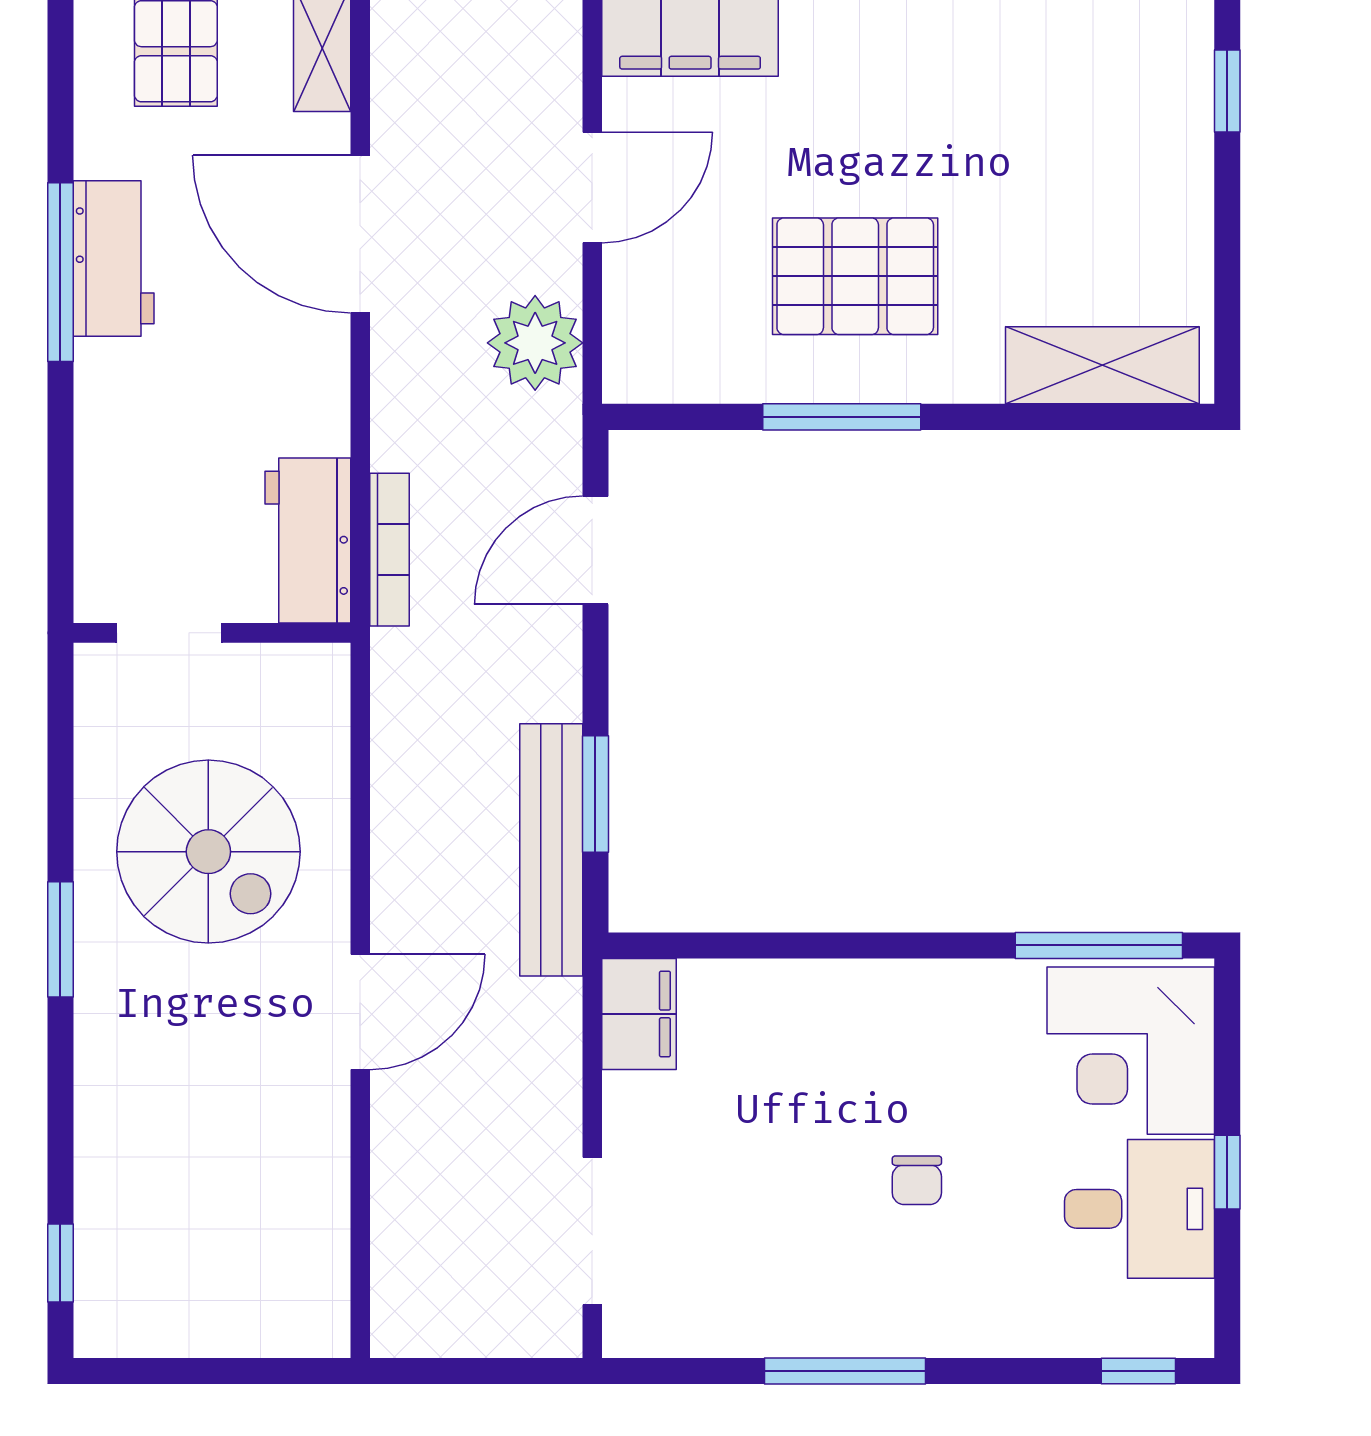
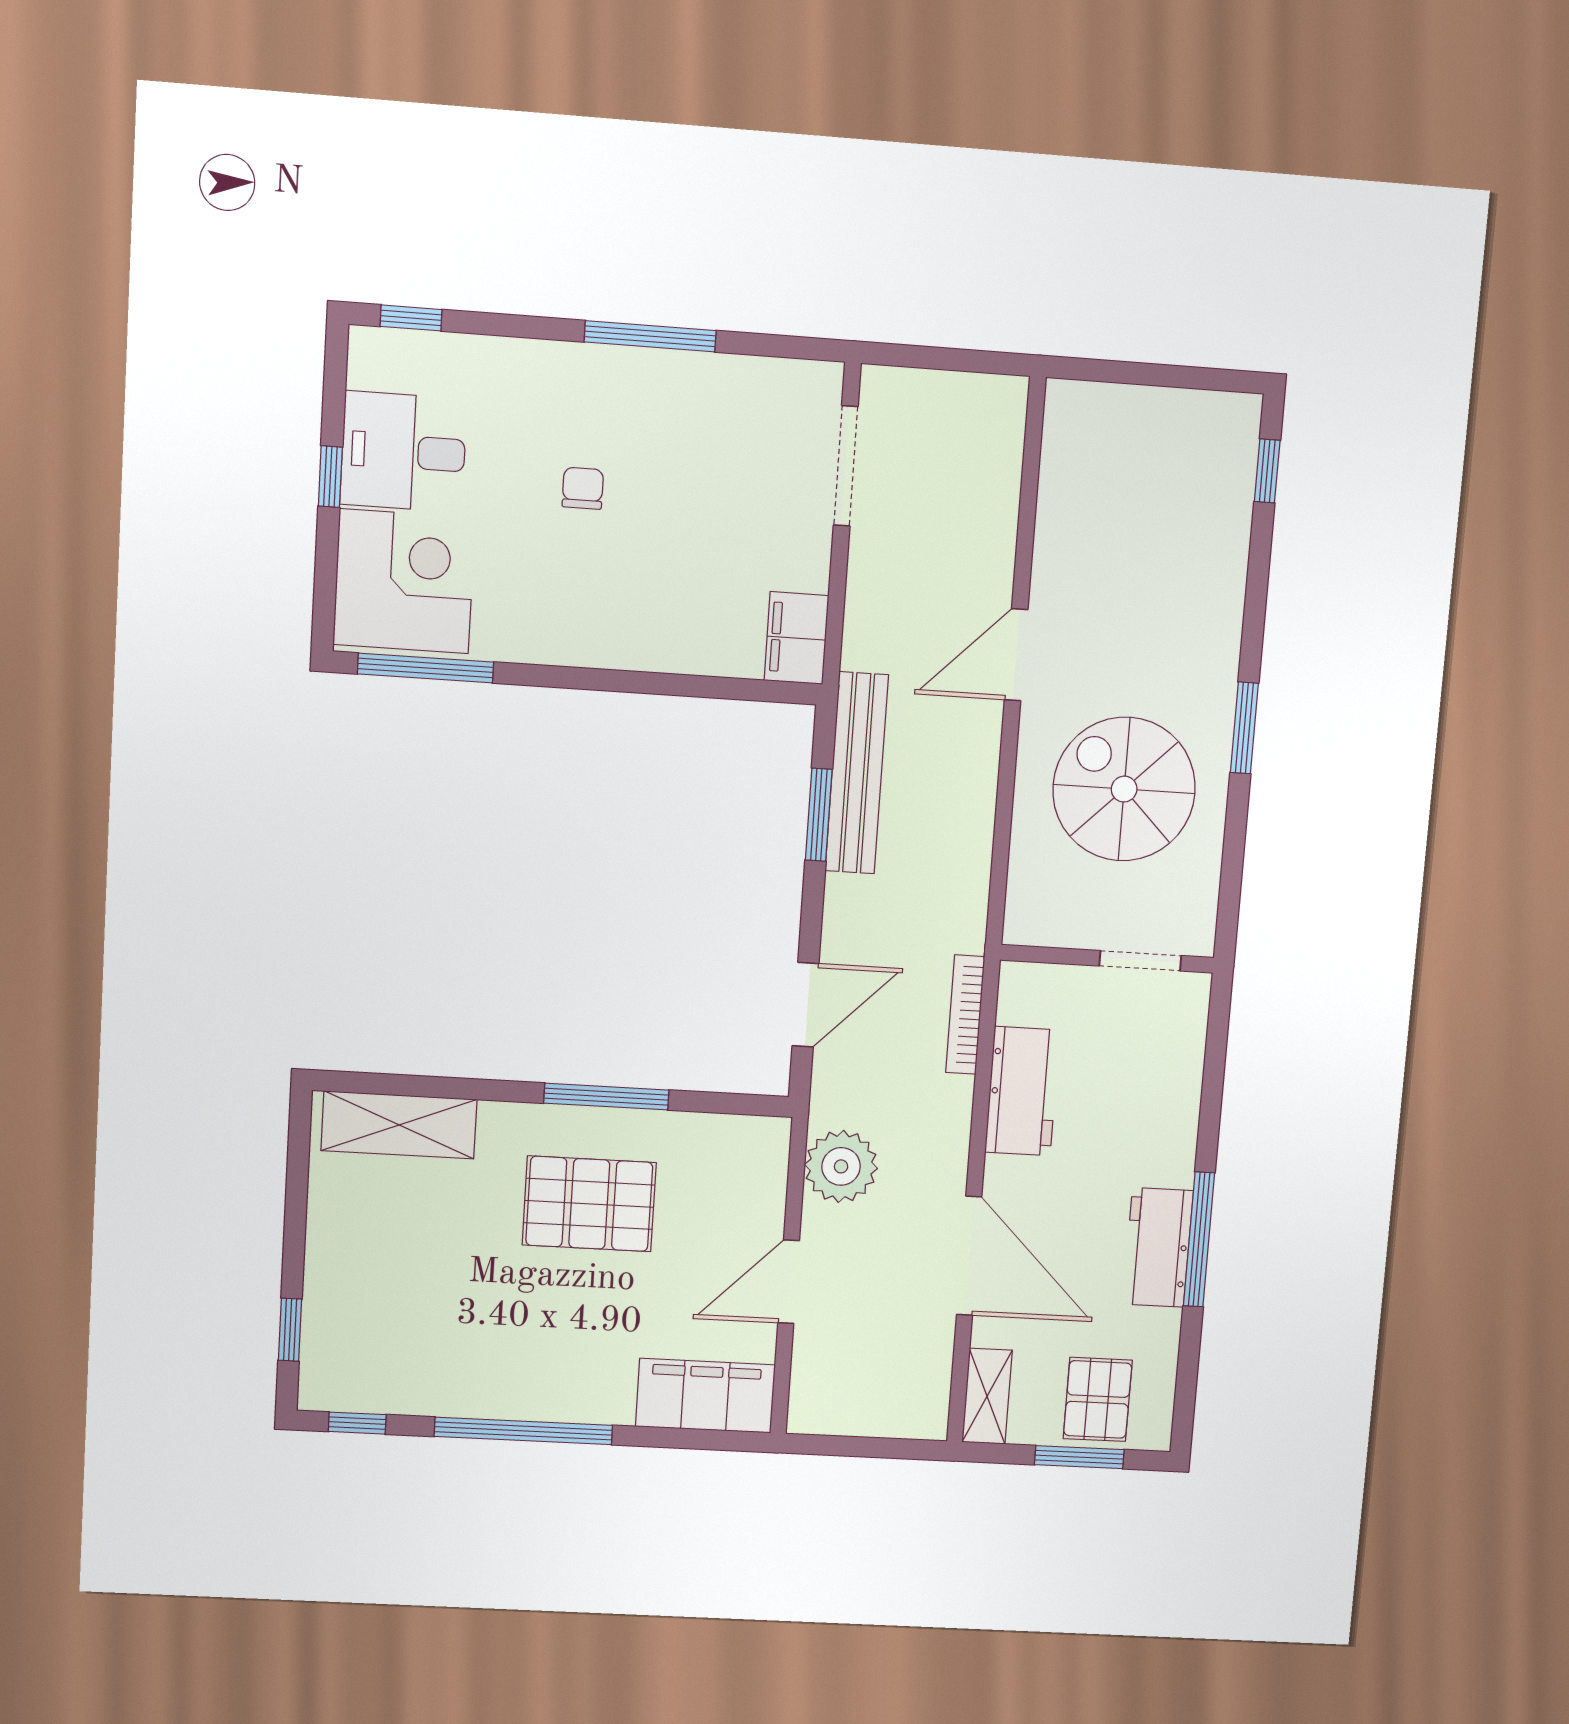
workbench: (308, 541) -> (1022, 1091), moved

